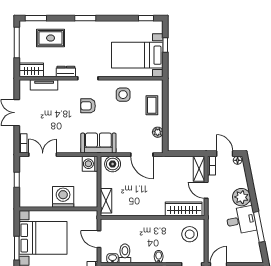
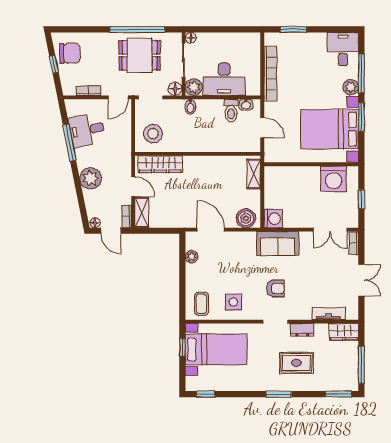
rug: (51, 38) -> (296, 363), moved
window: (165, 45) -> (182, 347), moved
coffee table: (152, 105) -> (201, 304), moved
sofa: (98, 143) -> (278, 244), moved
washing machine: (63, 197) -> (334, 179), moved
desk: (241, 220) -> (87, 130), moved

